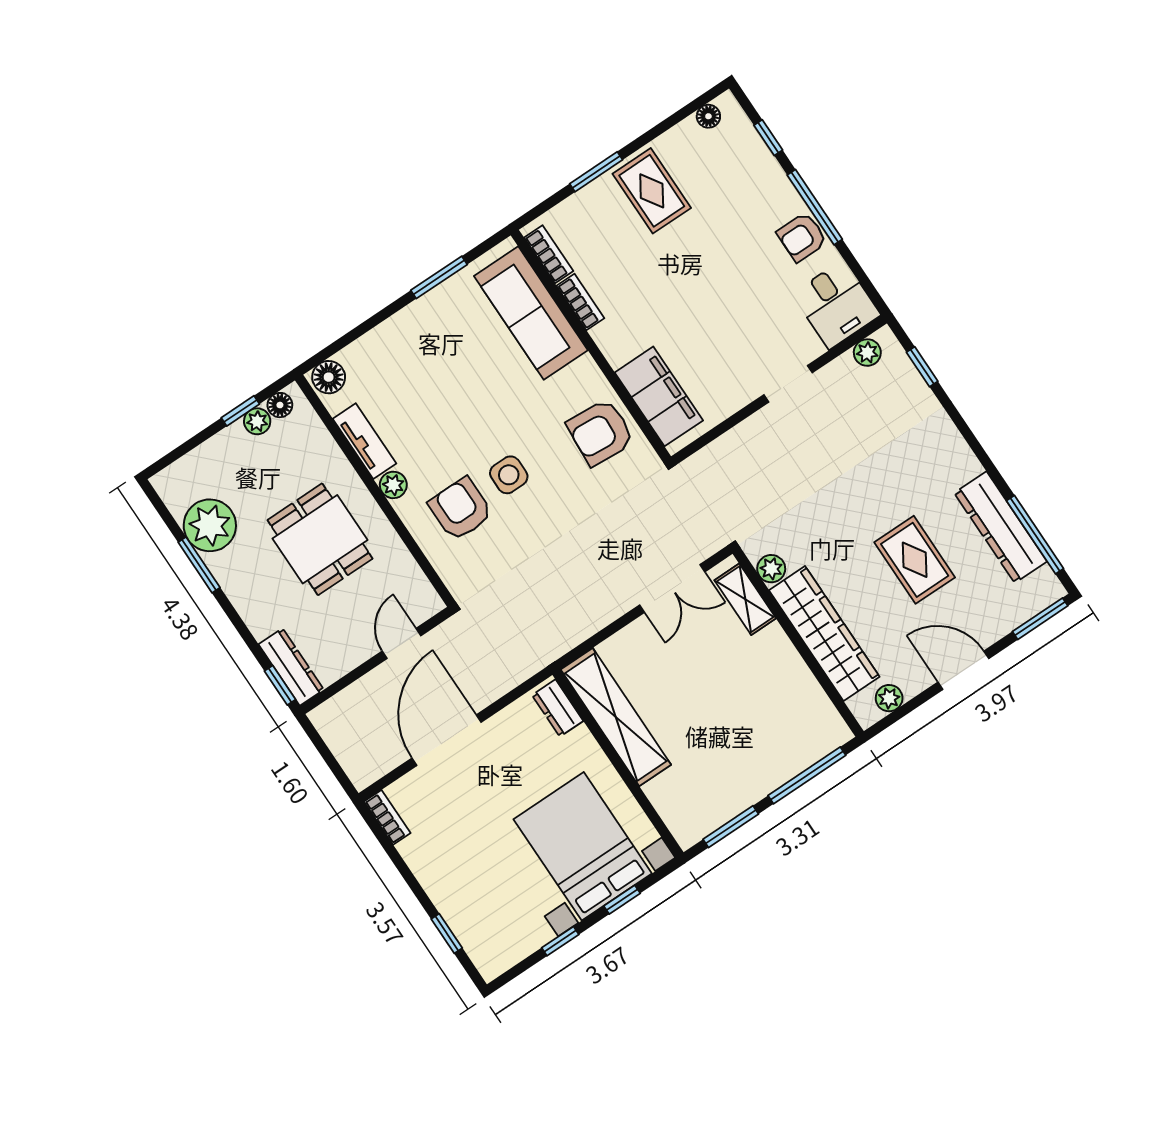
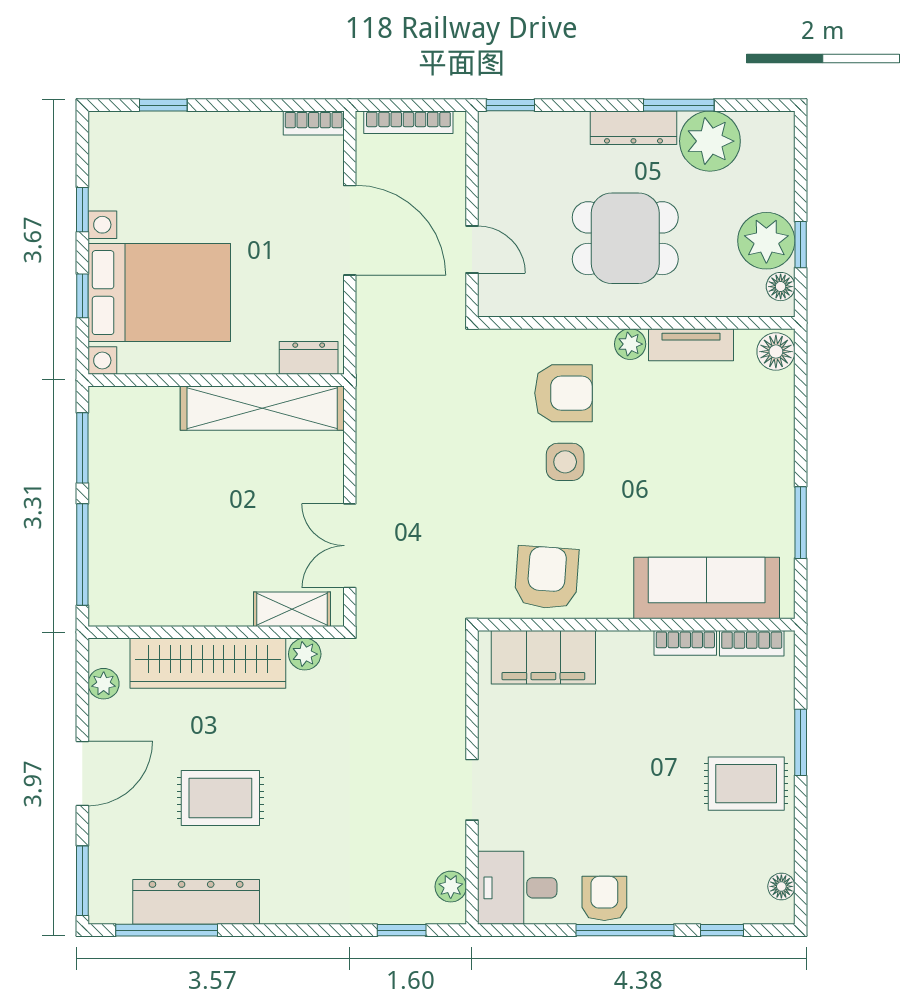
plant: (257, 421) -> (766, 241), width x1.87, depth x1.87
dresser: (291, 667) -> (633, 128), moved
bookcase: (341, 750) -> (408, 122), added

